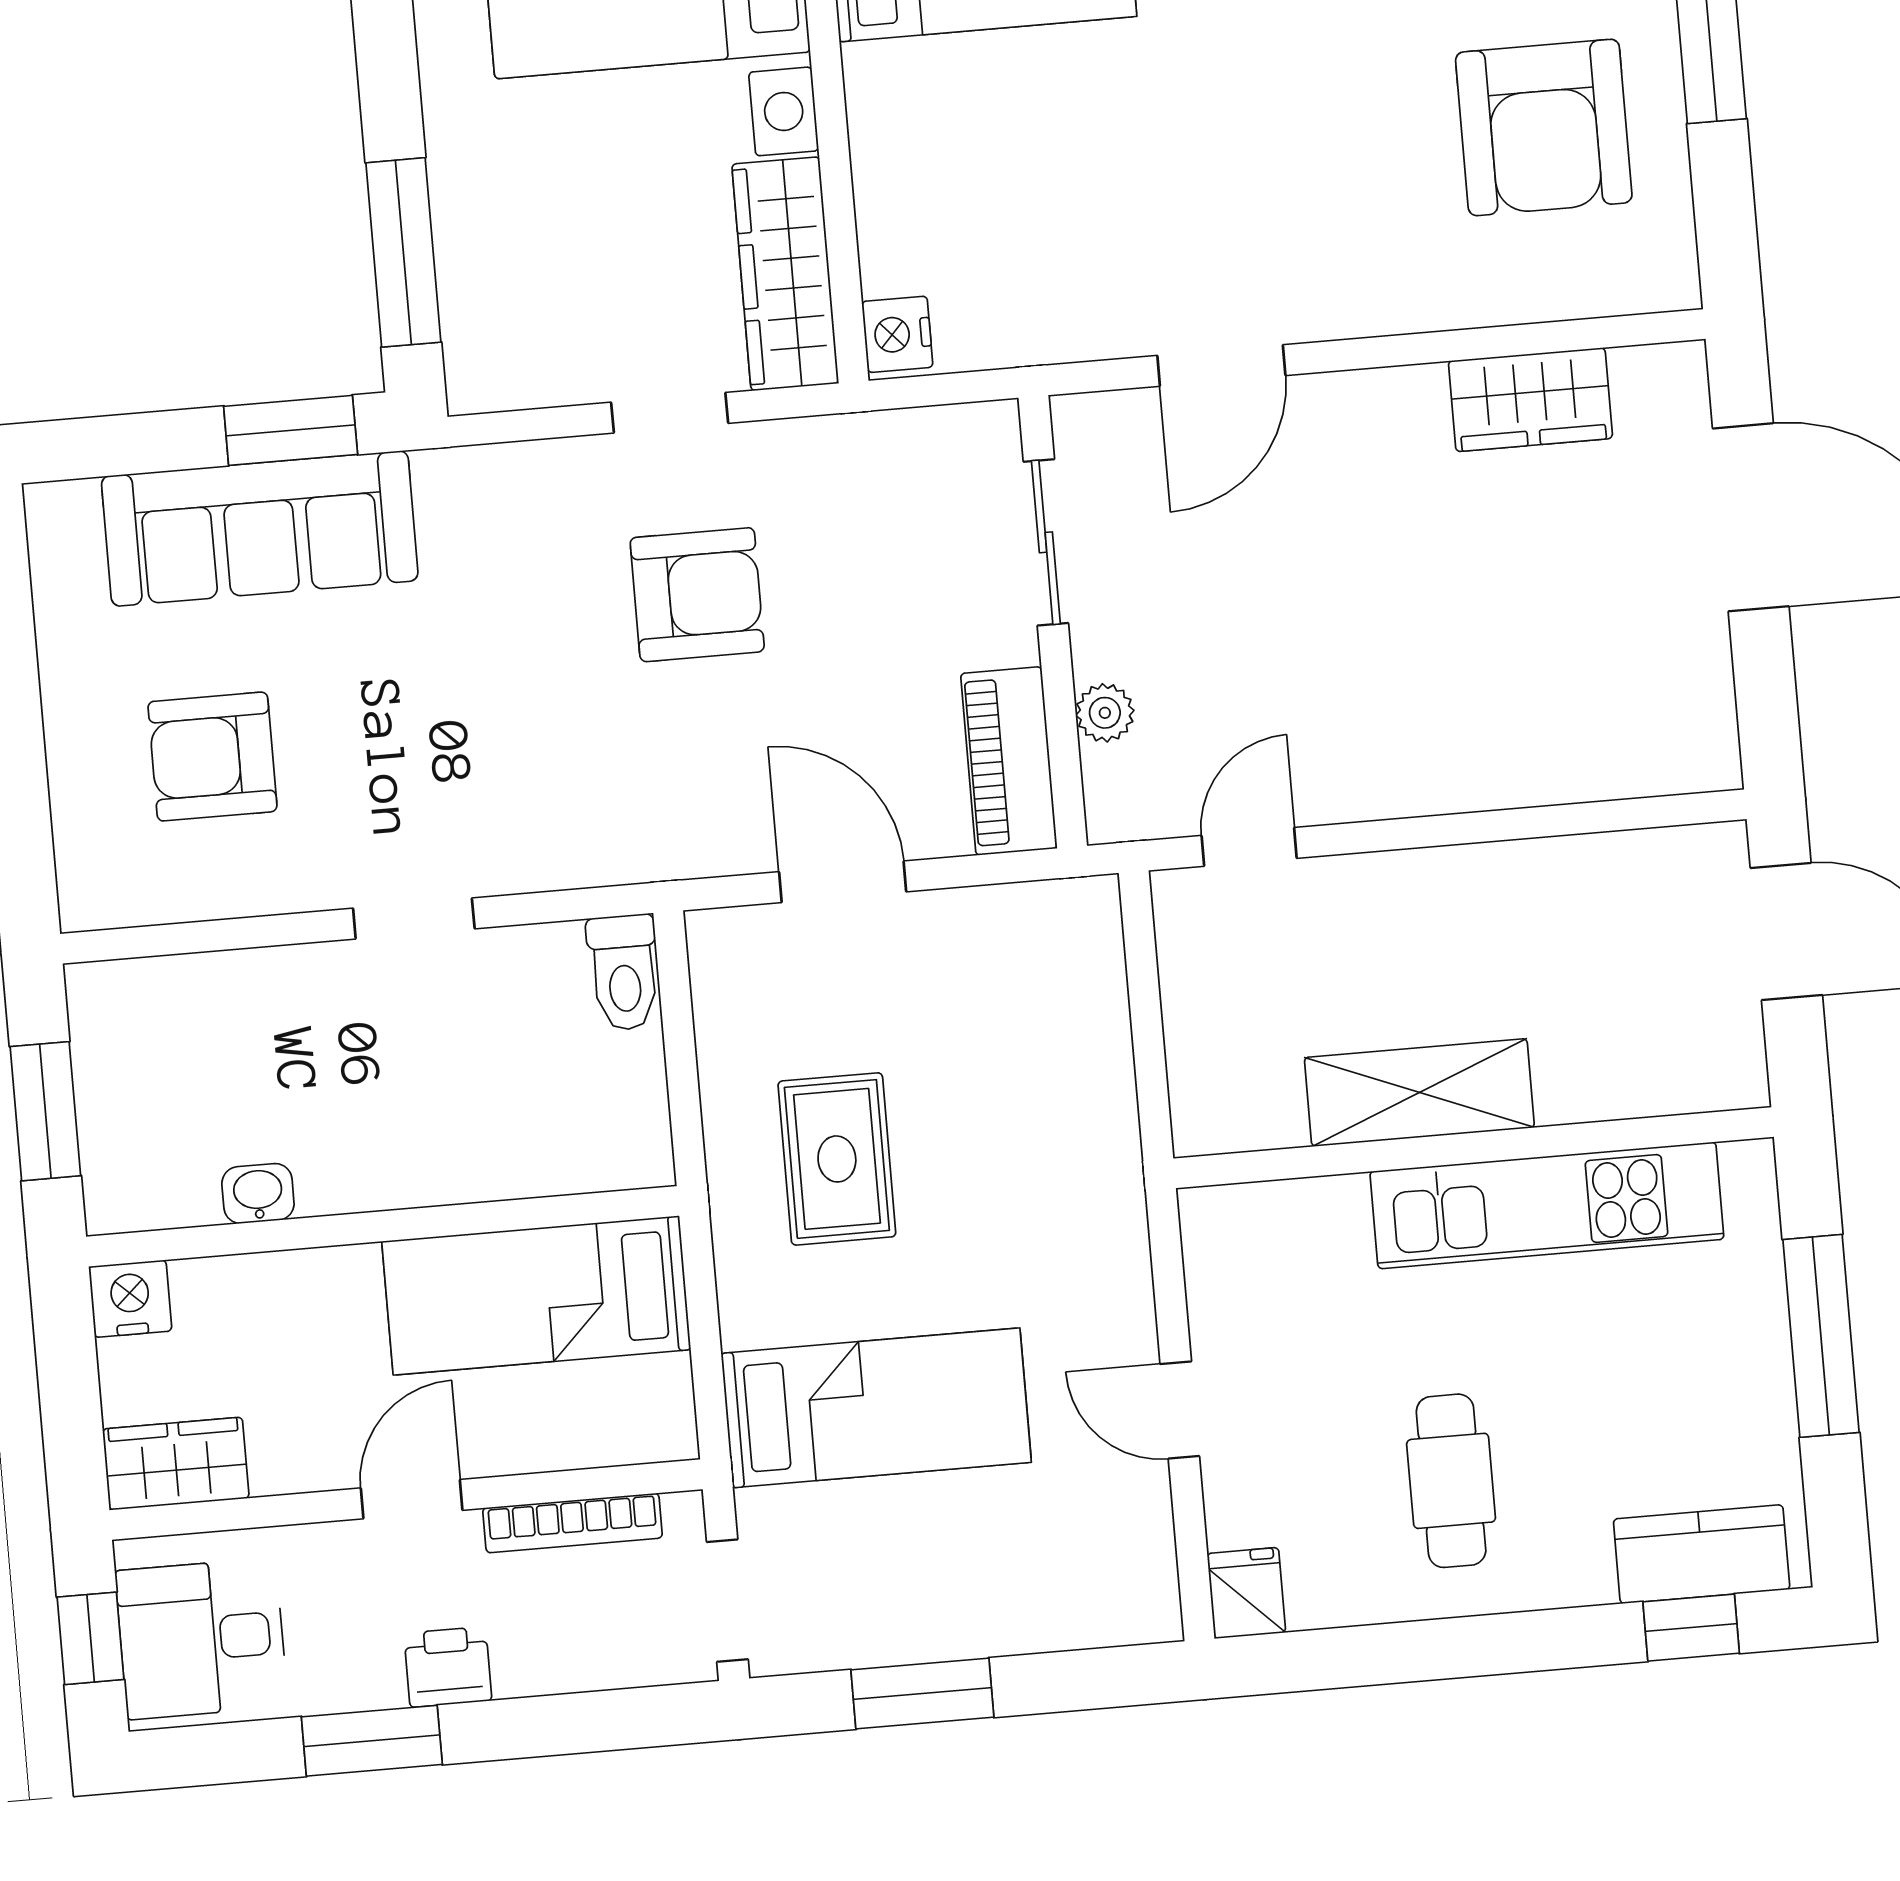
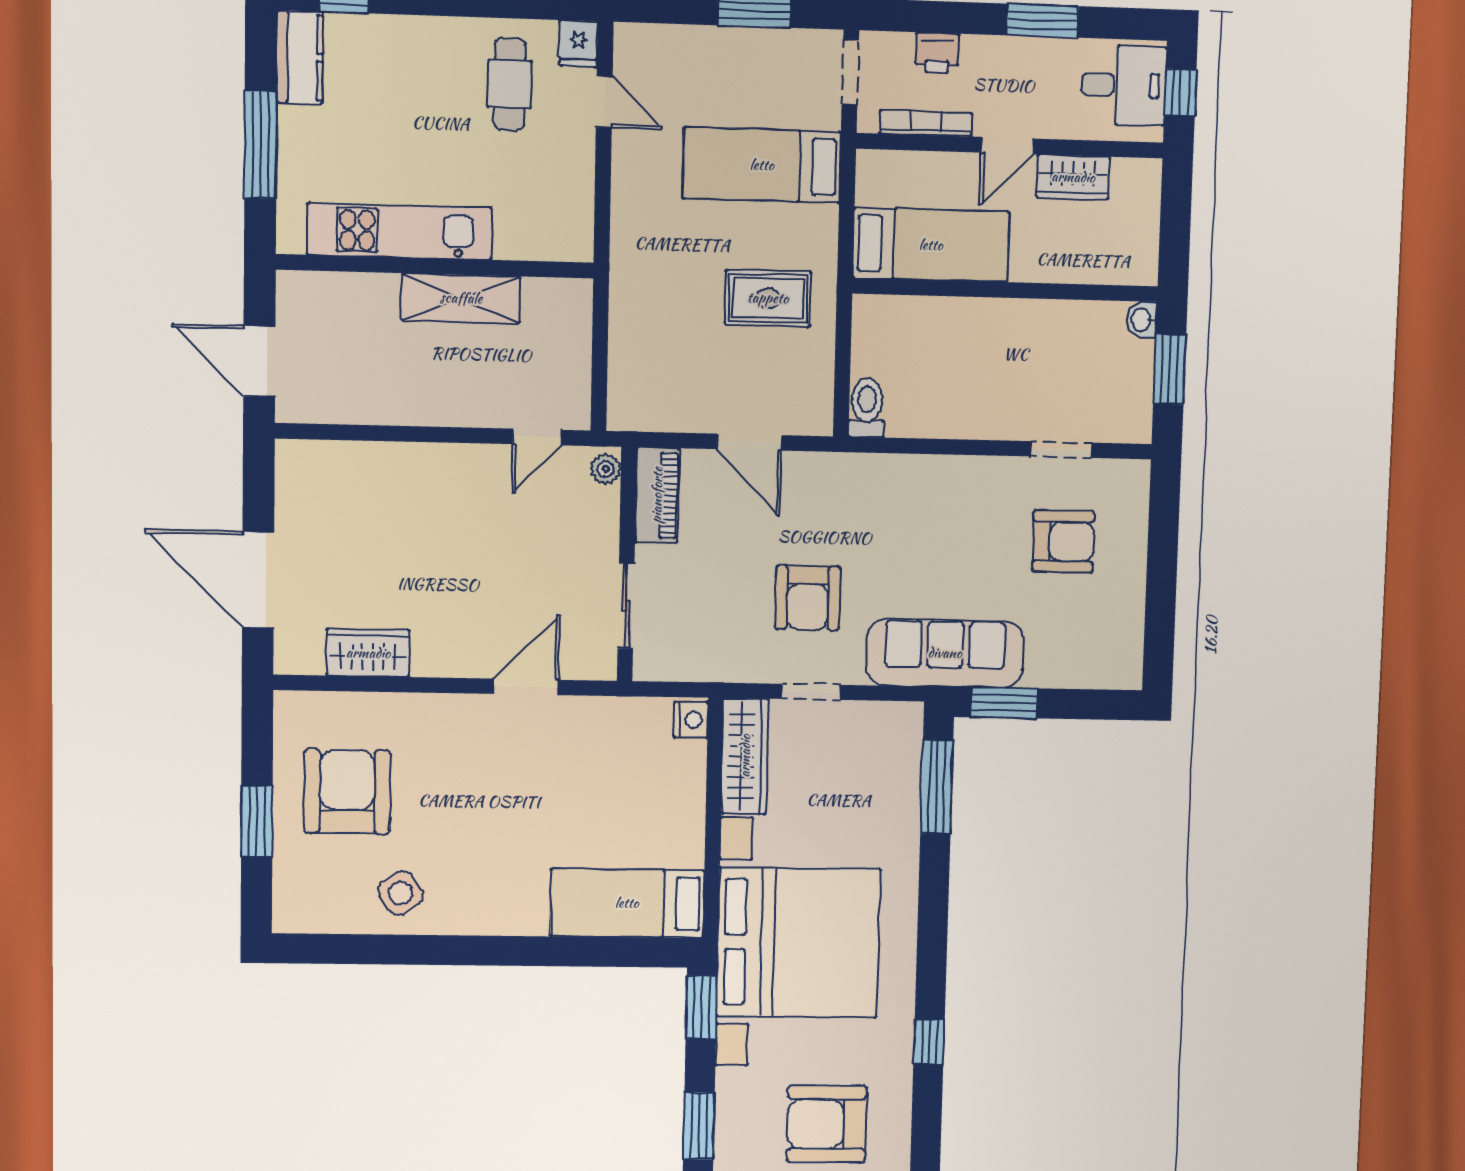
sofa: (260, 528) -> (945, 653), moved
armchair: (697, 595) -> (808, 598), turned -90
plant: (1105, 713) -> (606, 469), moved
doorway: (414, 918) -> (1061, 450), moved
rug: (837, 1159) -> (768, 298), turned 90
washbasin: (258, 1193) -> (1142, 320), moved, turned 90
nightstand: (130, 1299) -> (1138, 267), removed
door: (1180, 1410) -> (604, 102), moved
wardrobe: (176, 1464) -> (1073, 177), moved
cafe table: (1451, 1481) -> (510, 84), moved
kitchen counter: (1702, 1554) -> (300, 57), moved, turned -90
printer: (448, 1667) -> (937, 53), moved

